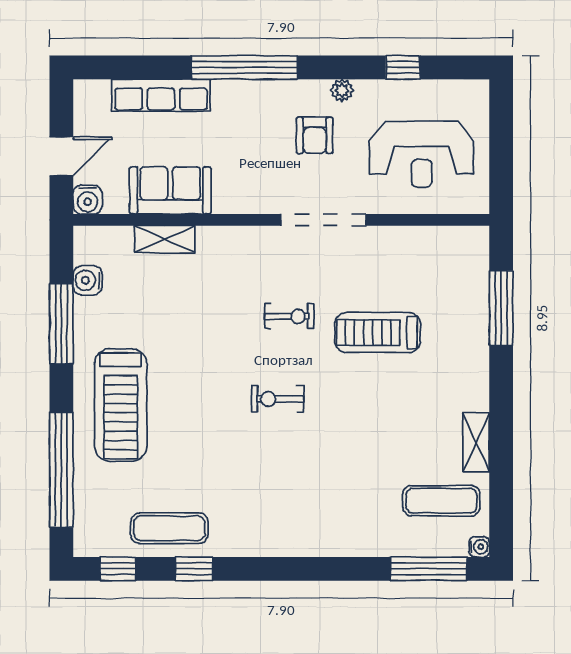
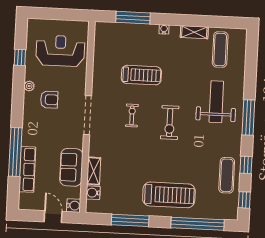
window: (244, 67) -> (15, 152), moved
reception desk: (422, 154) -> (60, 51), turned -90
doorway: (323, 220) -> (87, 115), moved
water cooler: (88, 280) -> (93, 193), moved, turned 90
treadmill: (378, 333) -> (141, 75), turned -90
exercise bike: (278, 399) -> (170, 123), width x1.38, depth x1.39
weight bench: (328, 498) -> (216, 102), added
water cooler: (479, 547) -> (164, 29), moved
window: (428, 569) -> (248, 118), moved

